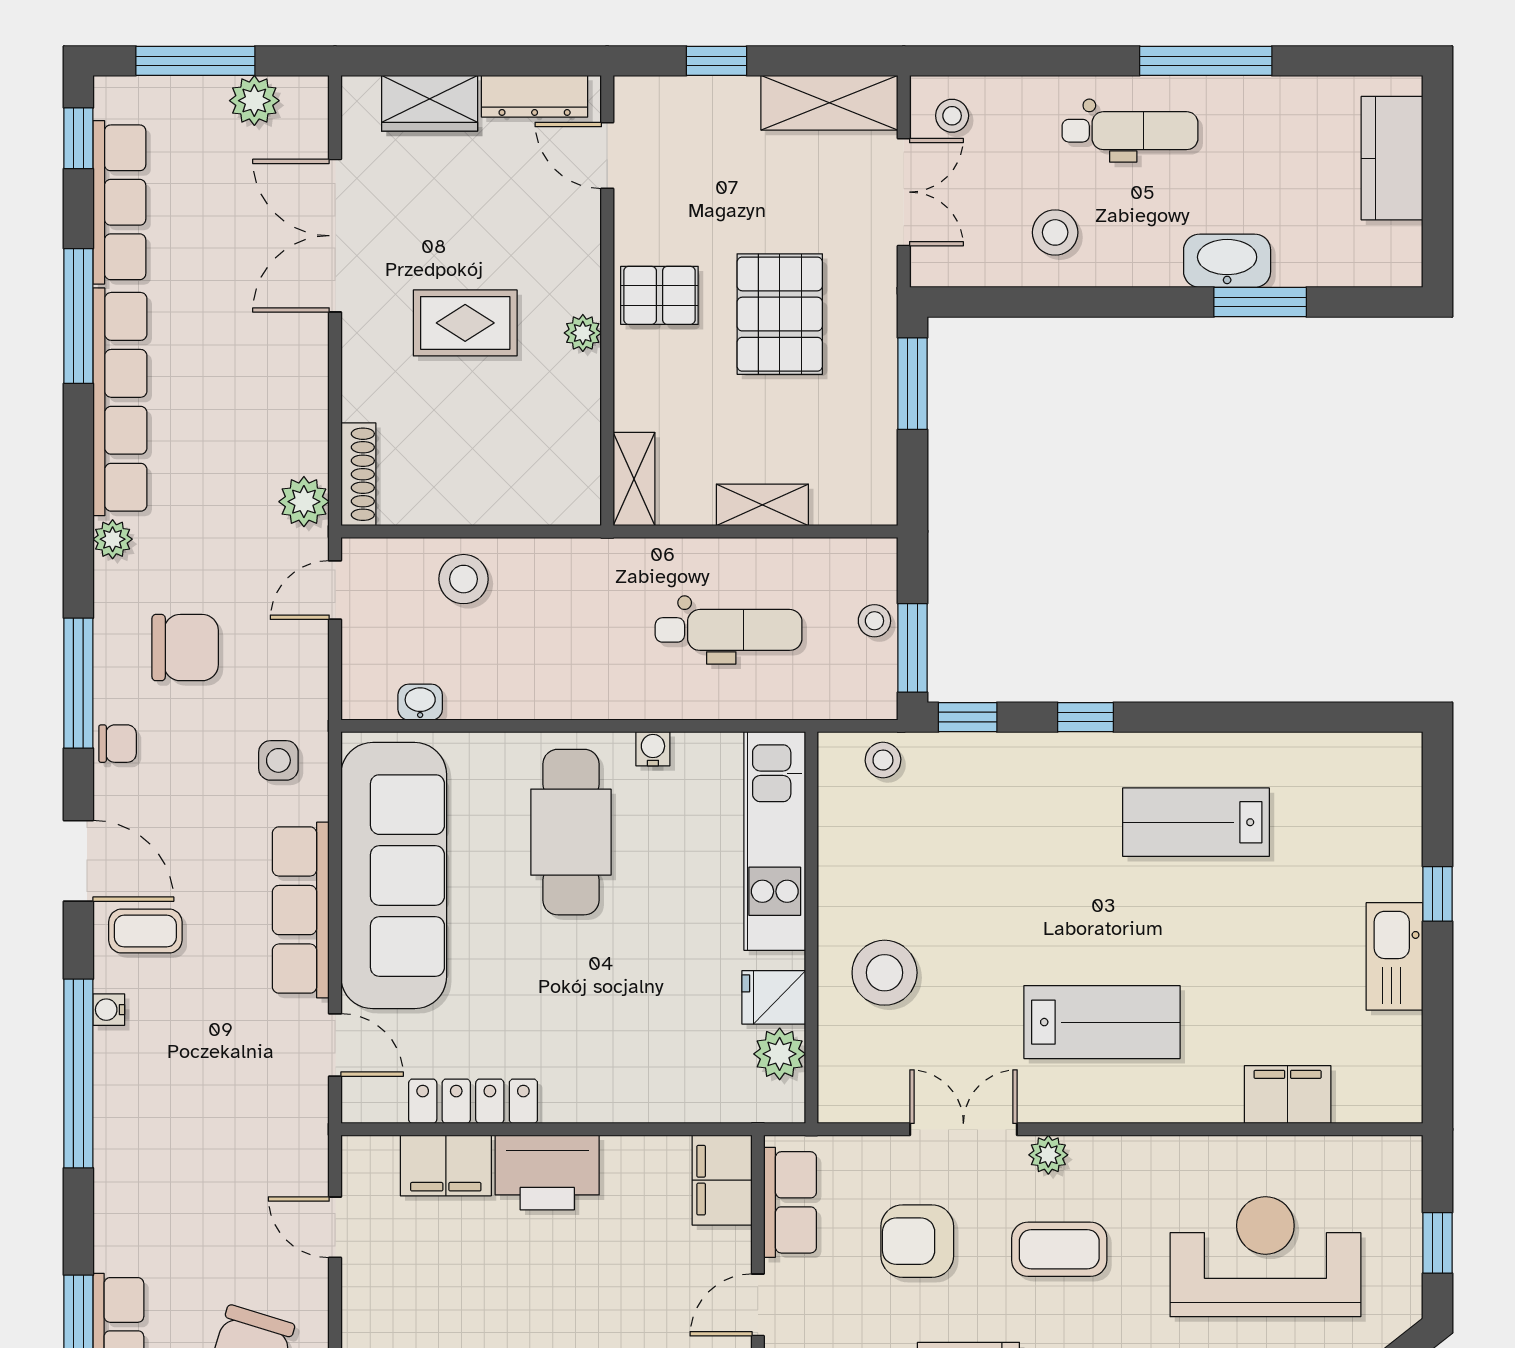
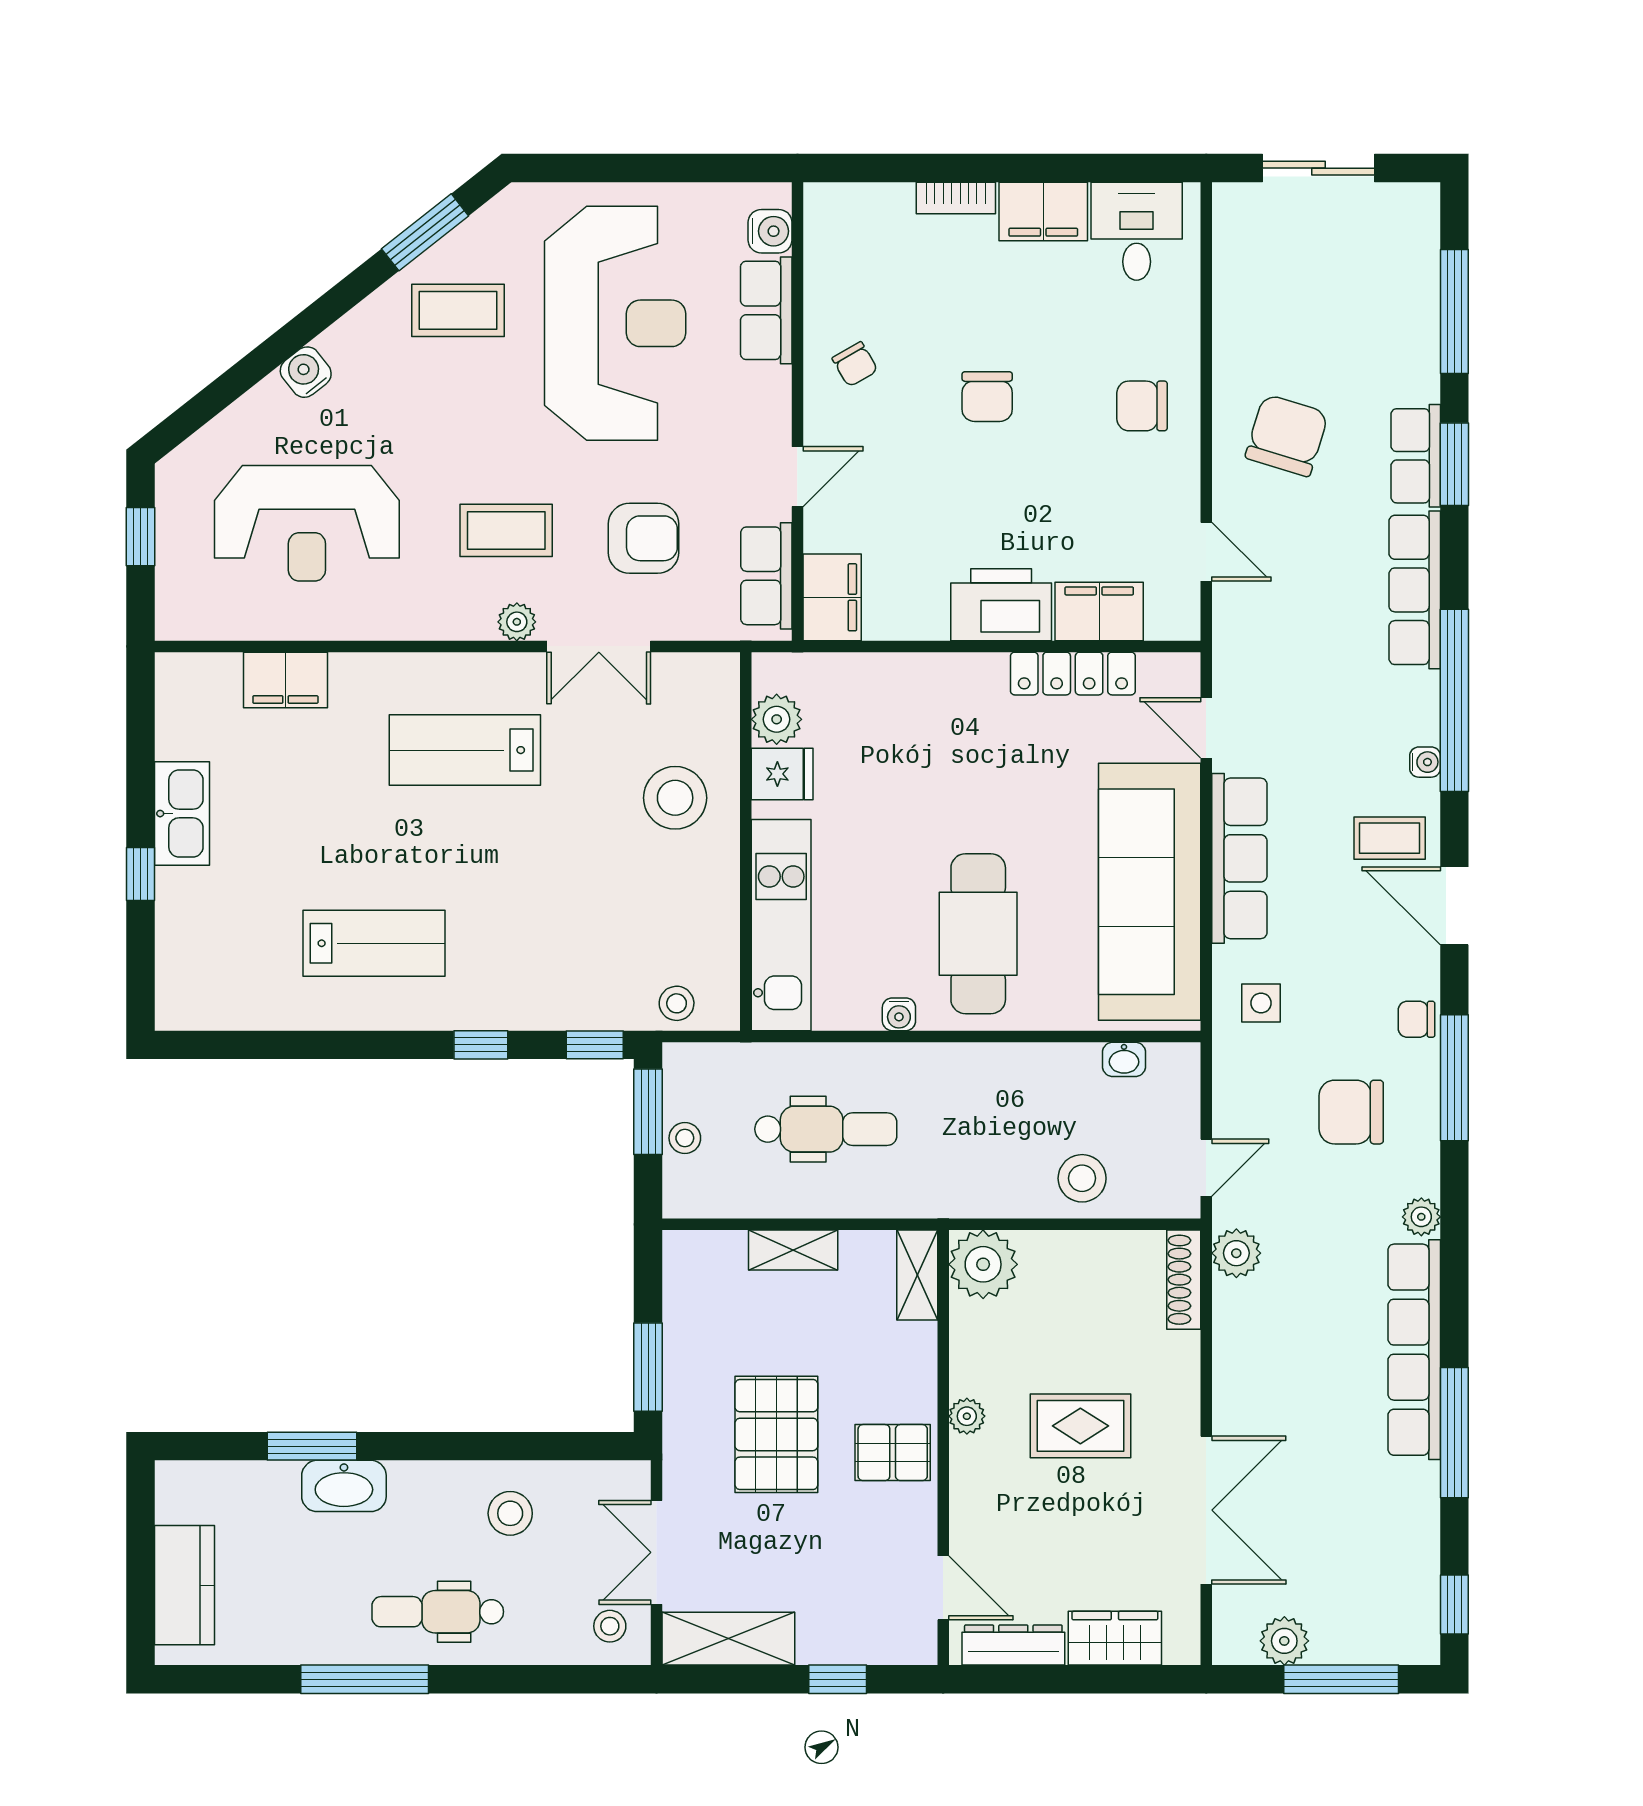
row of seats: (119, 202) -> (1415, 590), moved
plant: (566, 490) -> (983, 1264), added
dental chair: (729, 630) -> (826, 1129), turned 180

